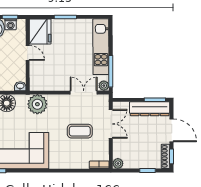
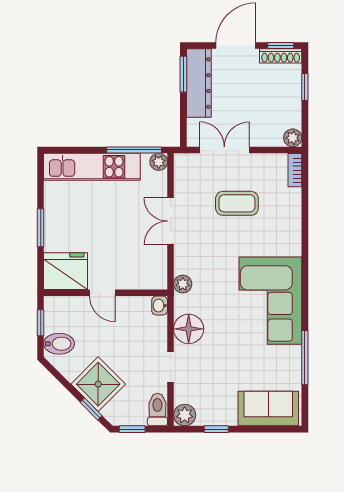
washing machine: (11, 24) -> (53, 322), removed
door: (28, 53) -> (102, 293), swing flipped
double door: (84, 93) -> (171, 221), moved
plant: (37, 104) -> (183, 284), width x0.53, depth x0.53
coffee table: (80, 131) -> (237, 203), turned 90

